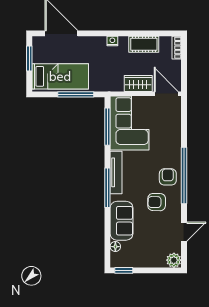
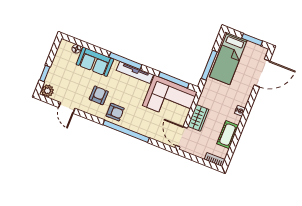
door: (166, 94) -> (181, 137), swing flipped
window: (184, 176) -> (126, 131), moved
window: (124, 270) -> (45, 74), moved

